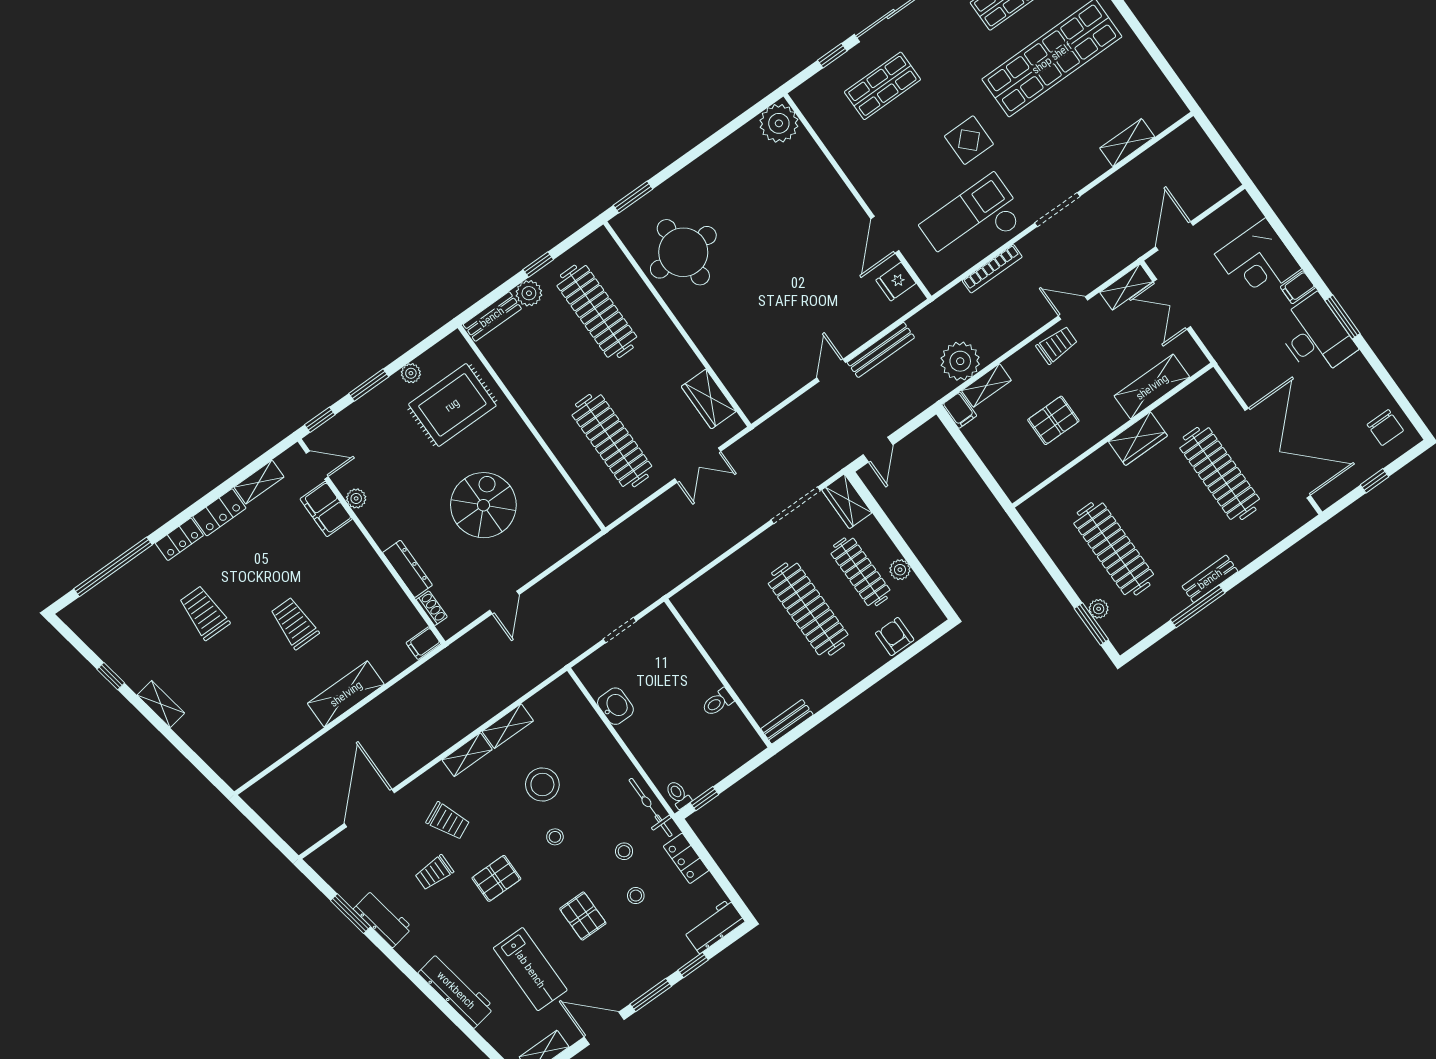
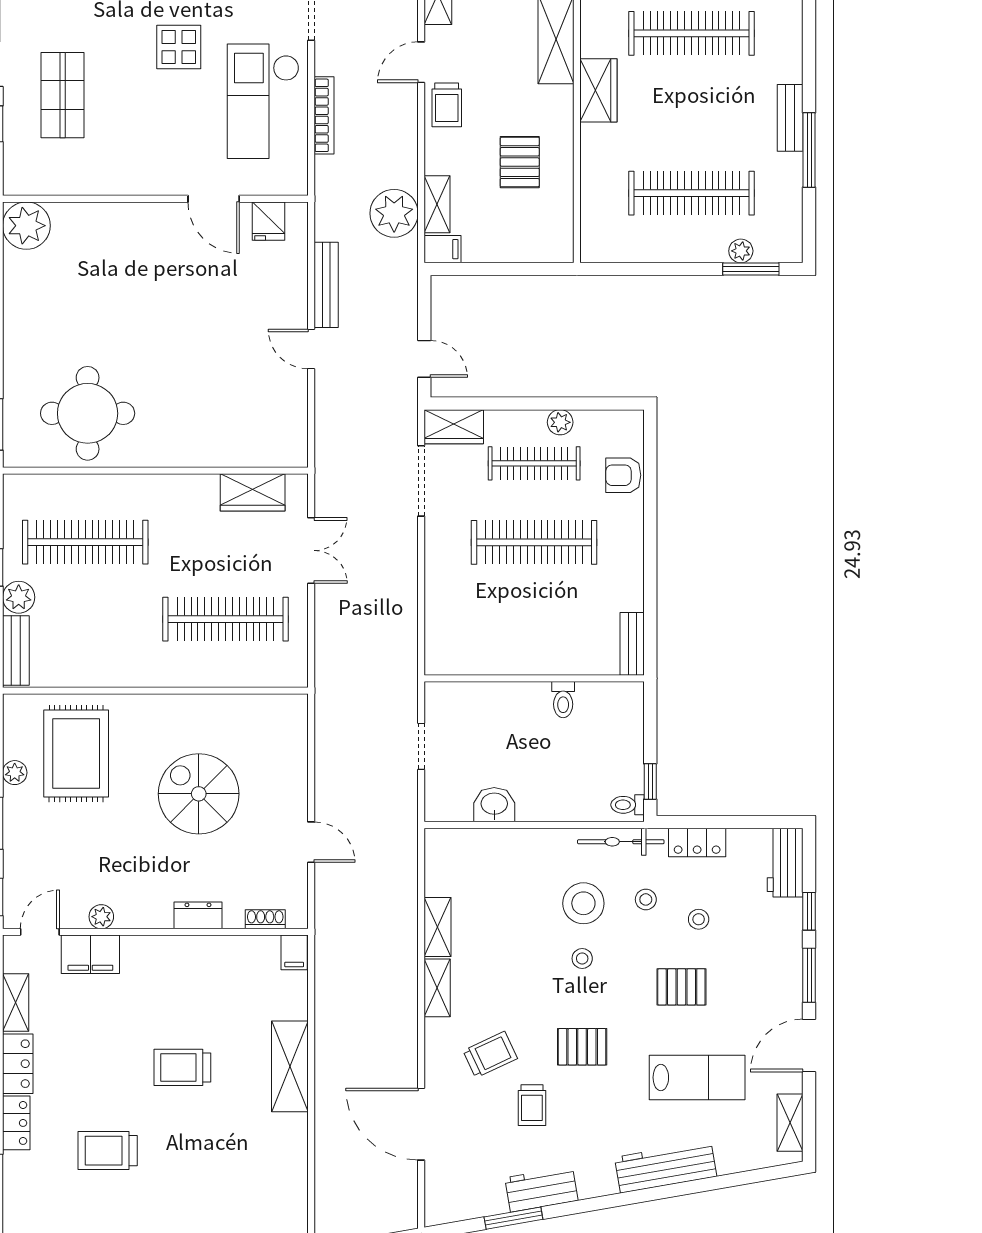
trolley: (1057, 345) -> (447, 105), turned 180
dresser: (407, 569) -> (198, 915), width x0.70
stool: (542, 784) -> (583, 903), moved
pallet: (496, 878) -> (582, 1047), turned 90

